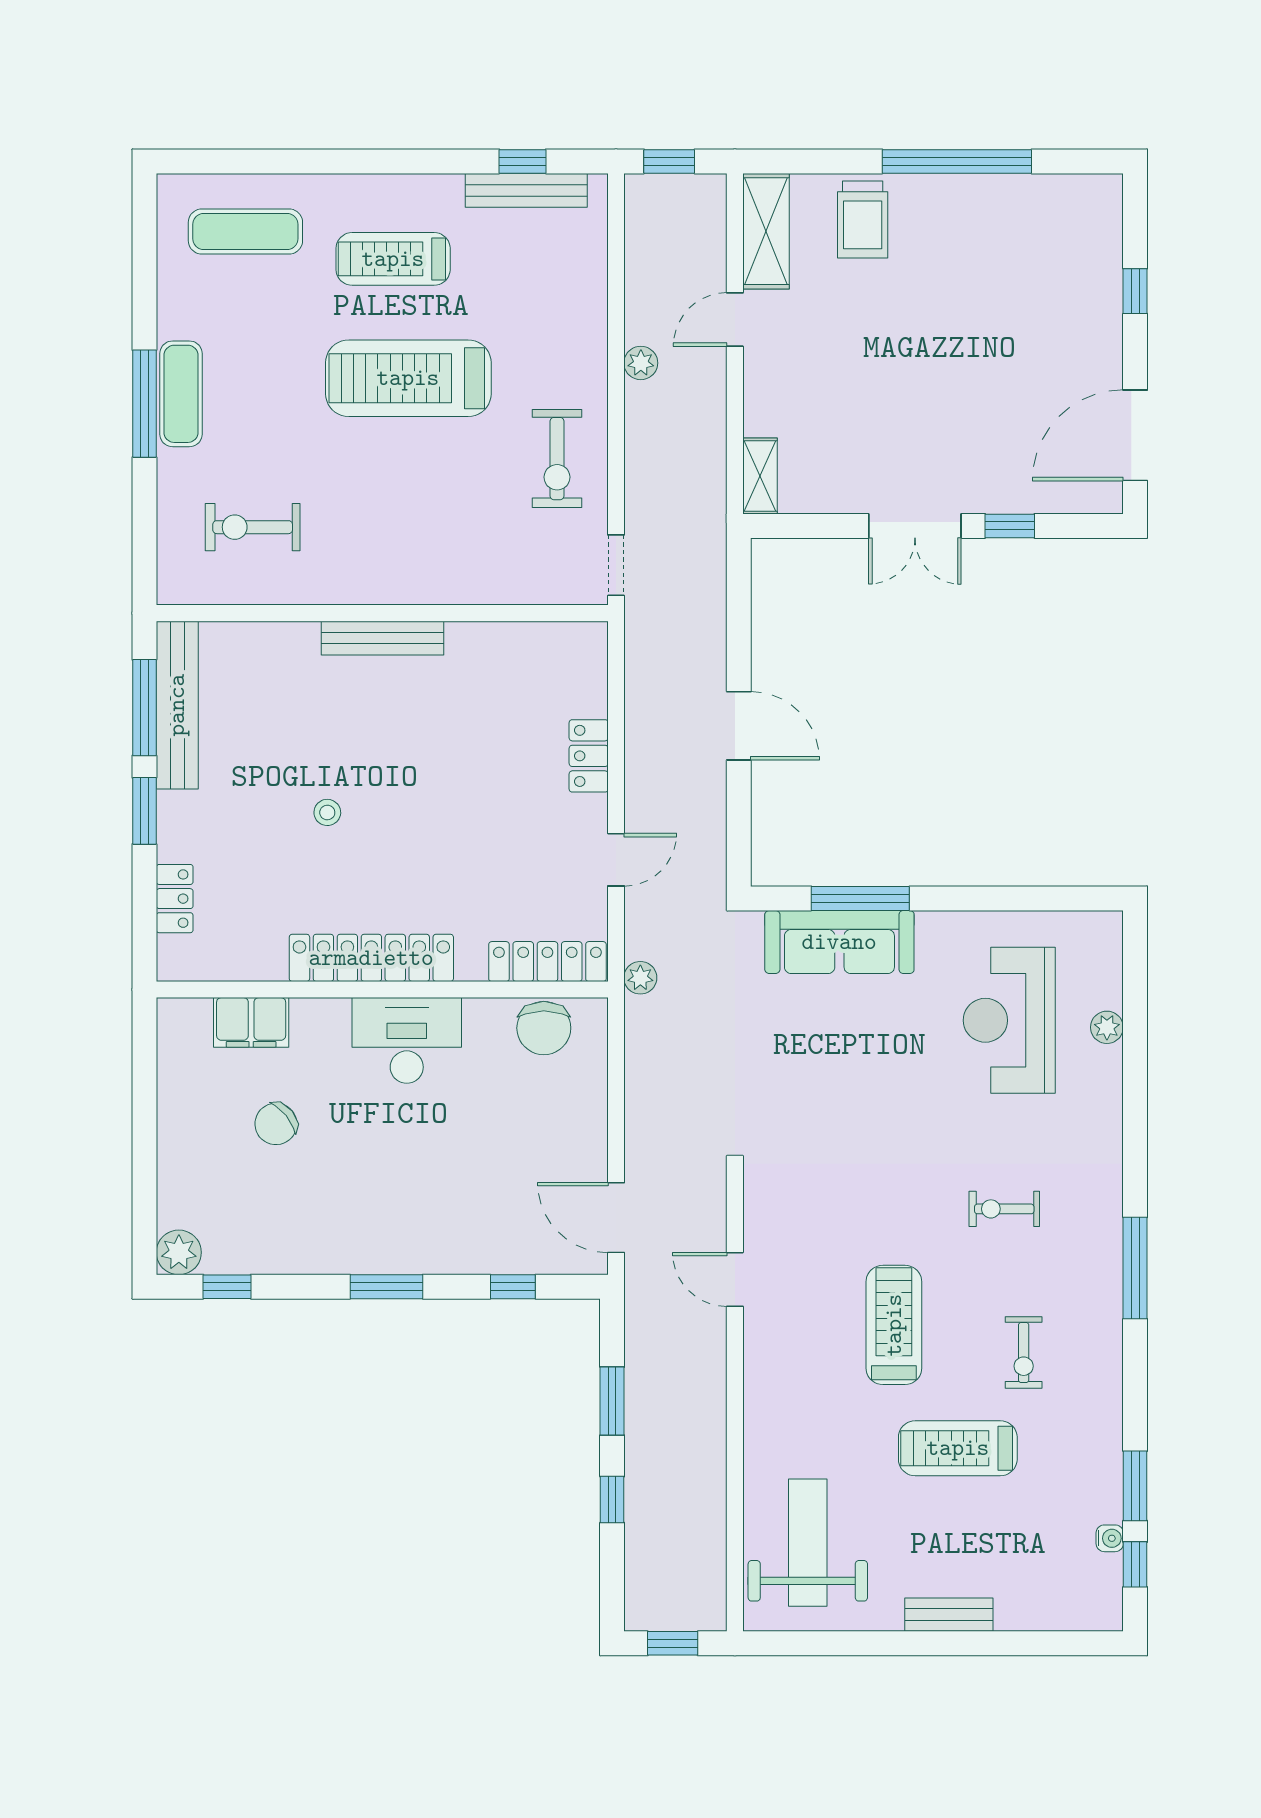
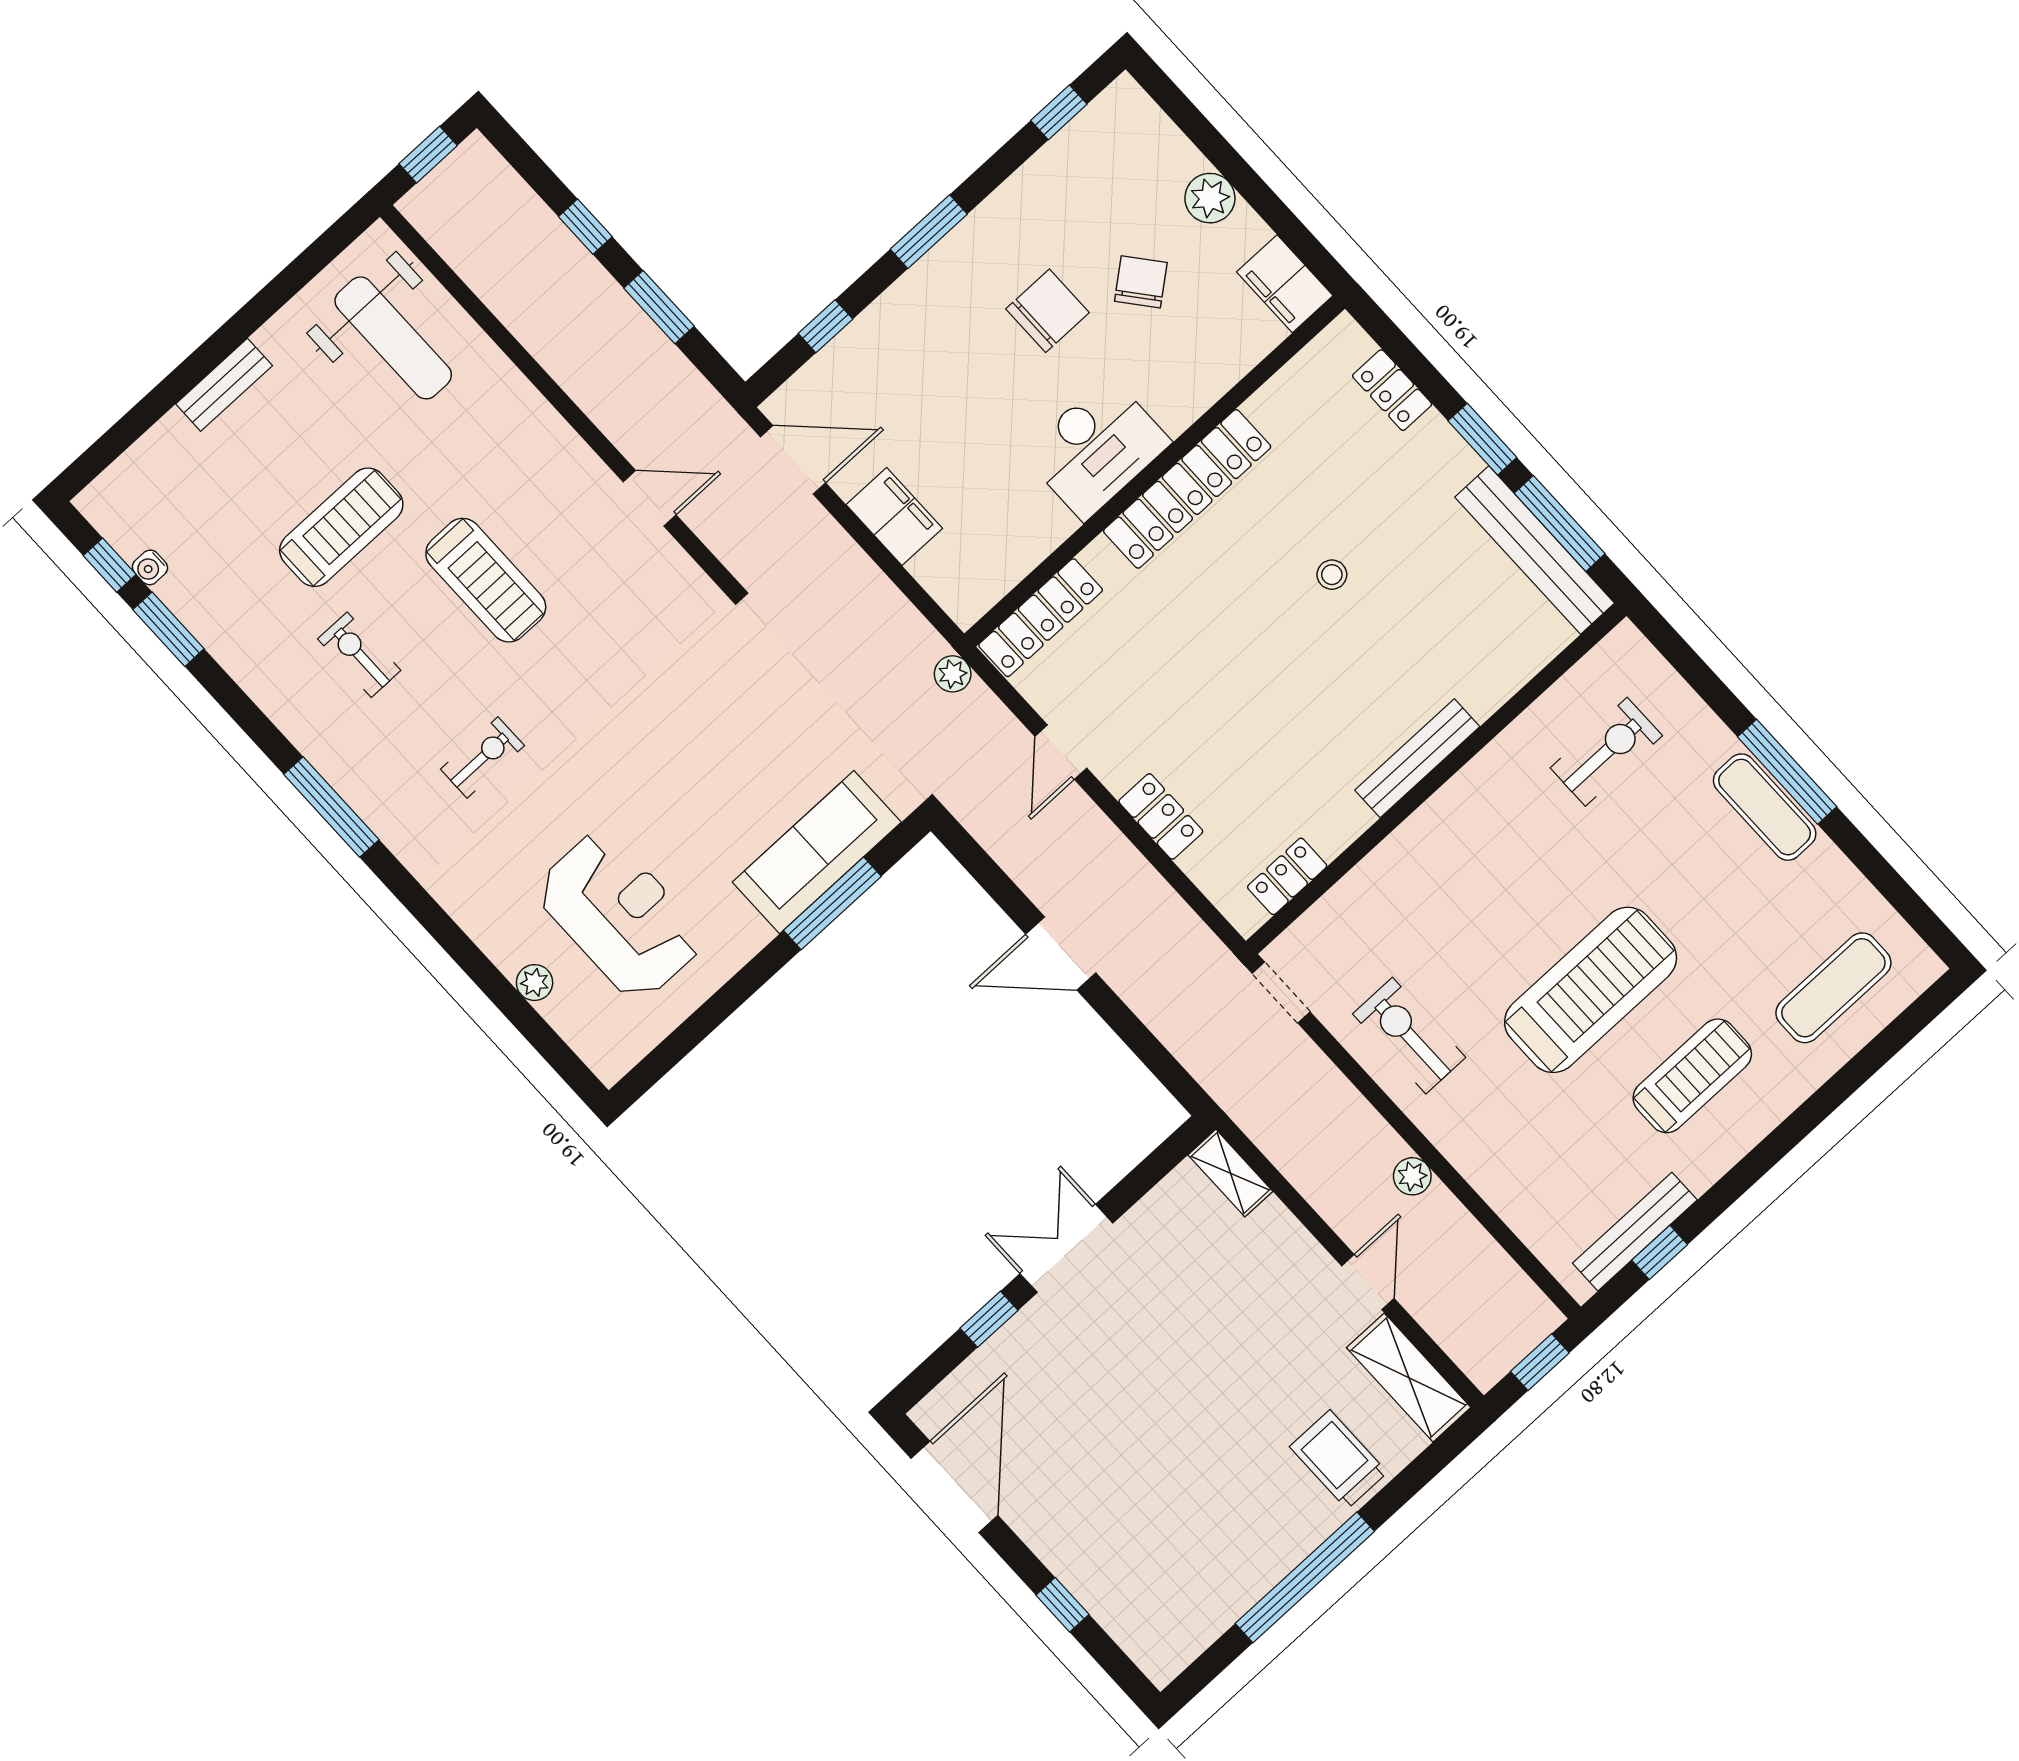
locker: (541, 639) -> (1287, 876), added
filing cabinet: (251, 1022) -> (1285, 284), moved, turned -90
chair: (544, 1028) -> (1048, 311), moved, turned 90
filing cabinet: (583, 1118) -> (894, 517), added
plant: (179, 1252) -> (1210, 198), moved

